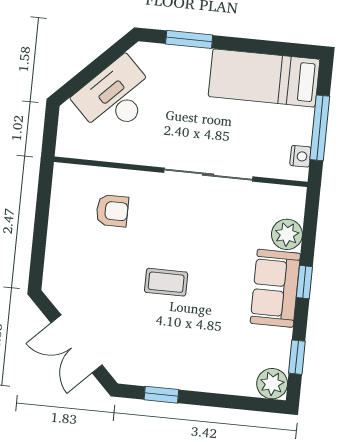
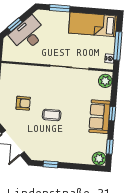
window: (86, 75) -> (15, 25), added
armchair: (112, 211) -> (23, 103), moved
plant: (287, 234) -> (105, 81), moved

